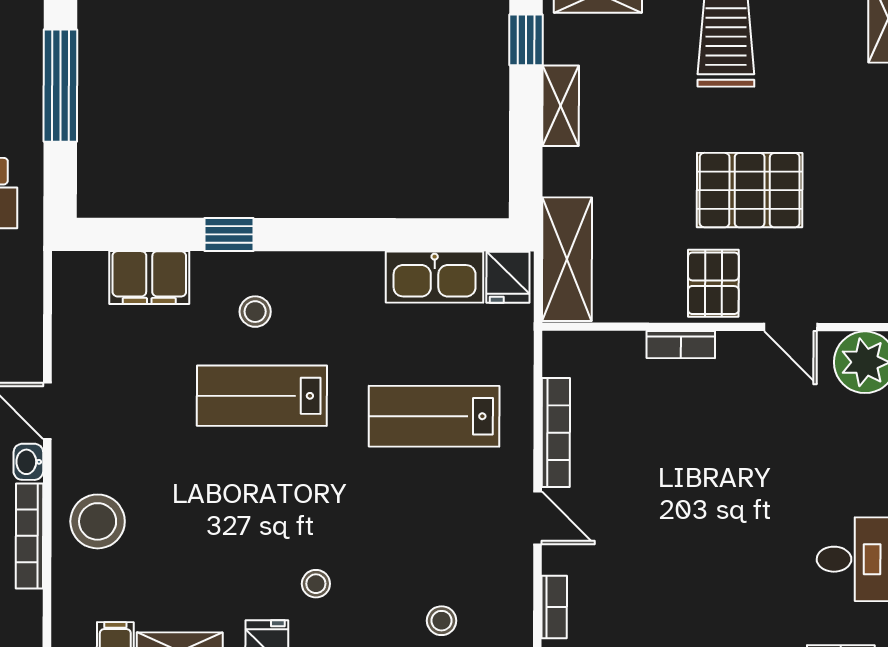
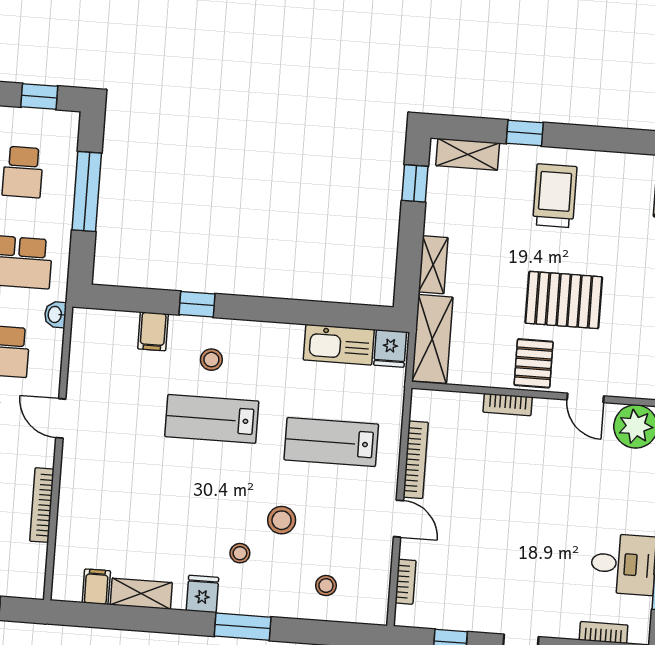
shelving: (561, 106) -> (433, 265), moved
filing cabinet: (149, 278) -> (153, 331), width x0.50
washbasin: (28, 462) -> (55, 314), moved
stool: (98, 521) -> (282, 520), moved, width x0.73, depth x0.73

